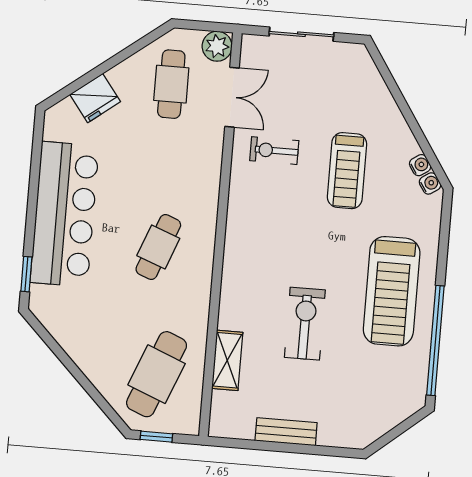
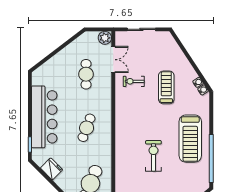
cafe table: (171, 84) -> (86, 74), moved
fridge: (95, 98) -> (51, 169), moved, turned -98
treadmill: (347, 171) -> (166, 87), turned 180
shelving: (227, 360) -> (121, 175), removed

